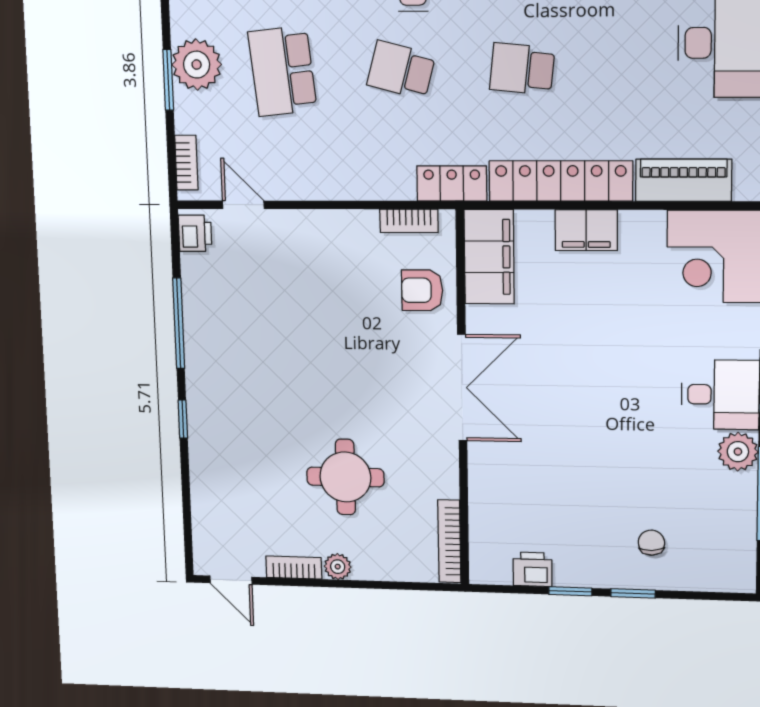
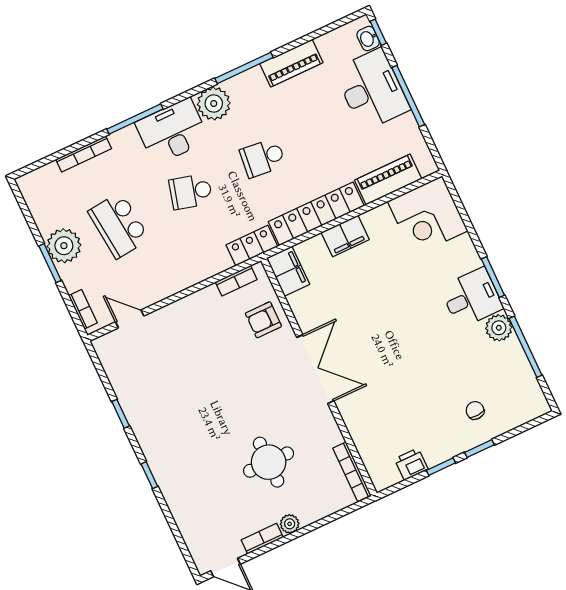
printer: (195, 233) -> (107, 351), removed
filing cabinet: (489, 257) -> (288, 271), width x0.67, depth x0.86
window: (179, 323) -> (121, 414), width x0.46

